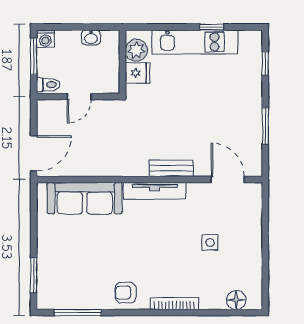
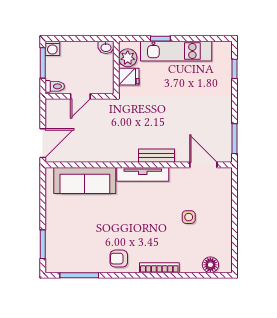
window: (211, 27) -> (160, 39), moved
washbasin: (91, 38) -> (106, 47), moved
window: (265, 126) -> (234, 139), moved

